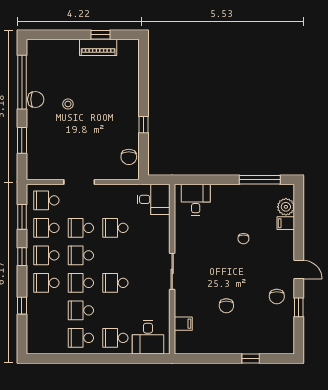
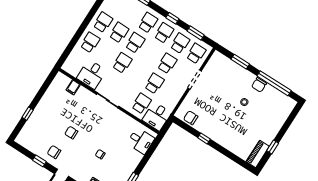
piano: (98, 47) -> (258, 154), moved
school desk: (81, 255) -> (141, 104), moved
chair: (226, 306) -> (71, 133), moved
desk: (148, 337) -> (92, 74), moved, turned -90

